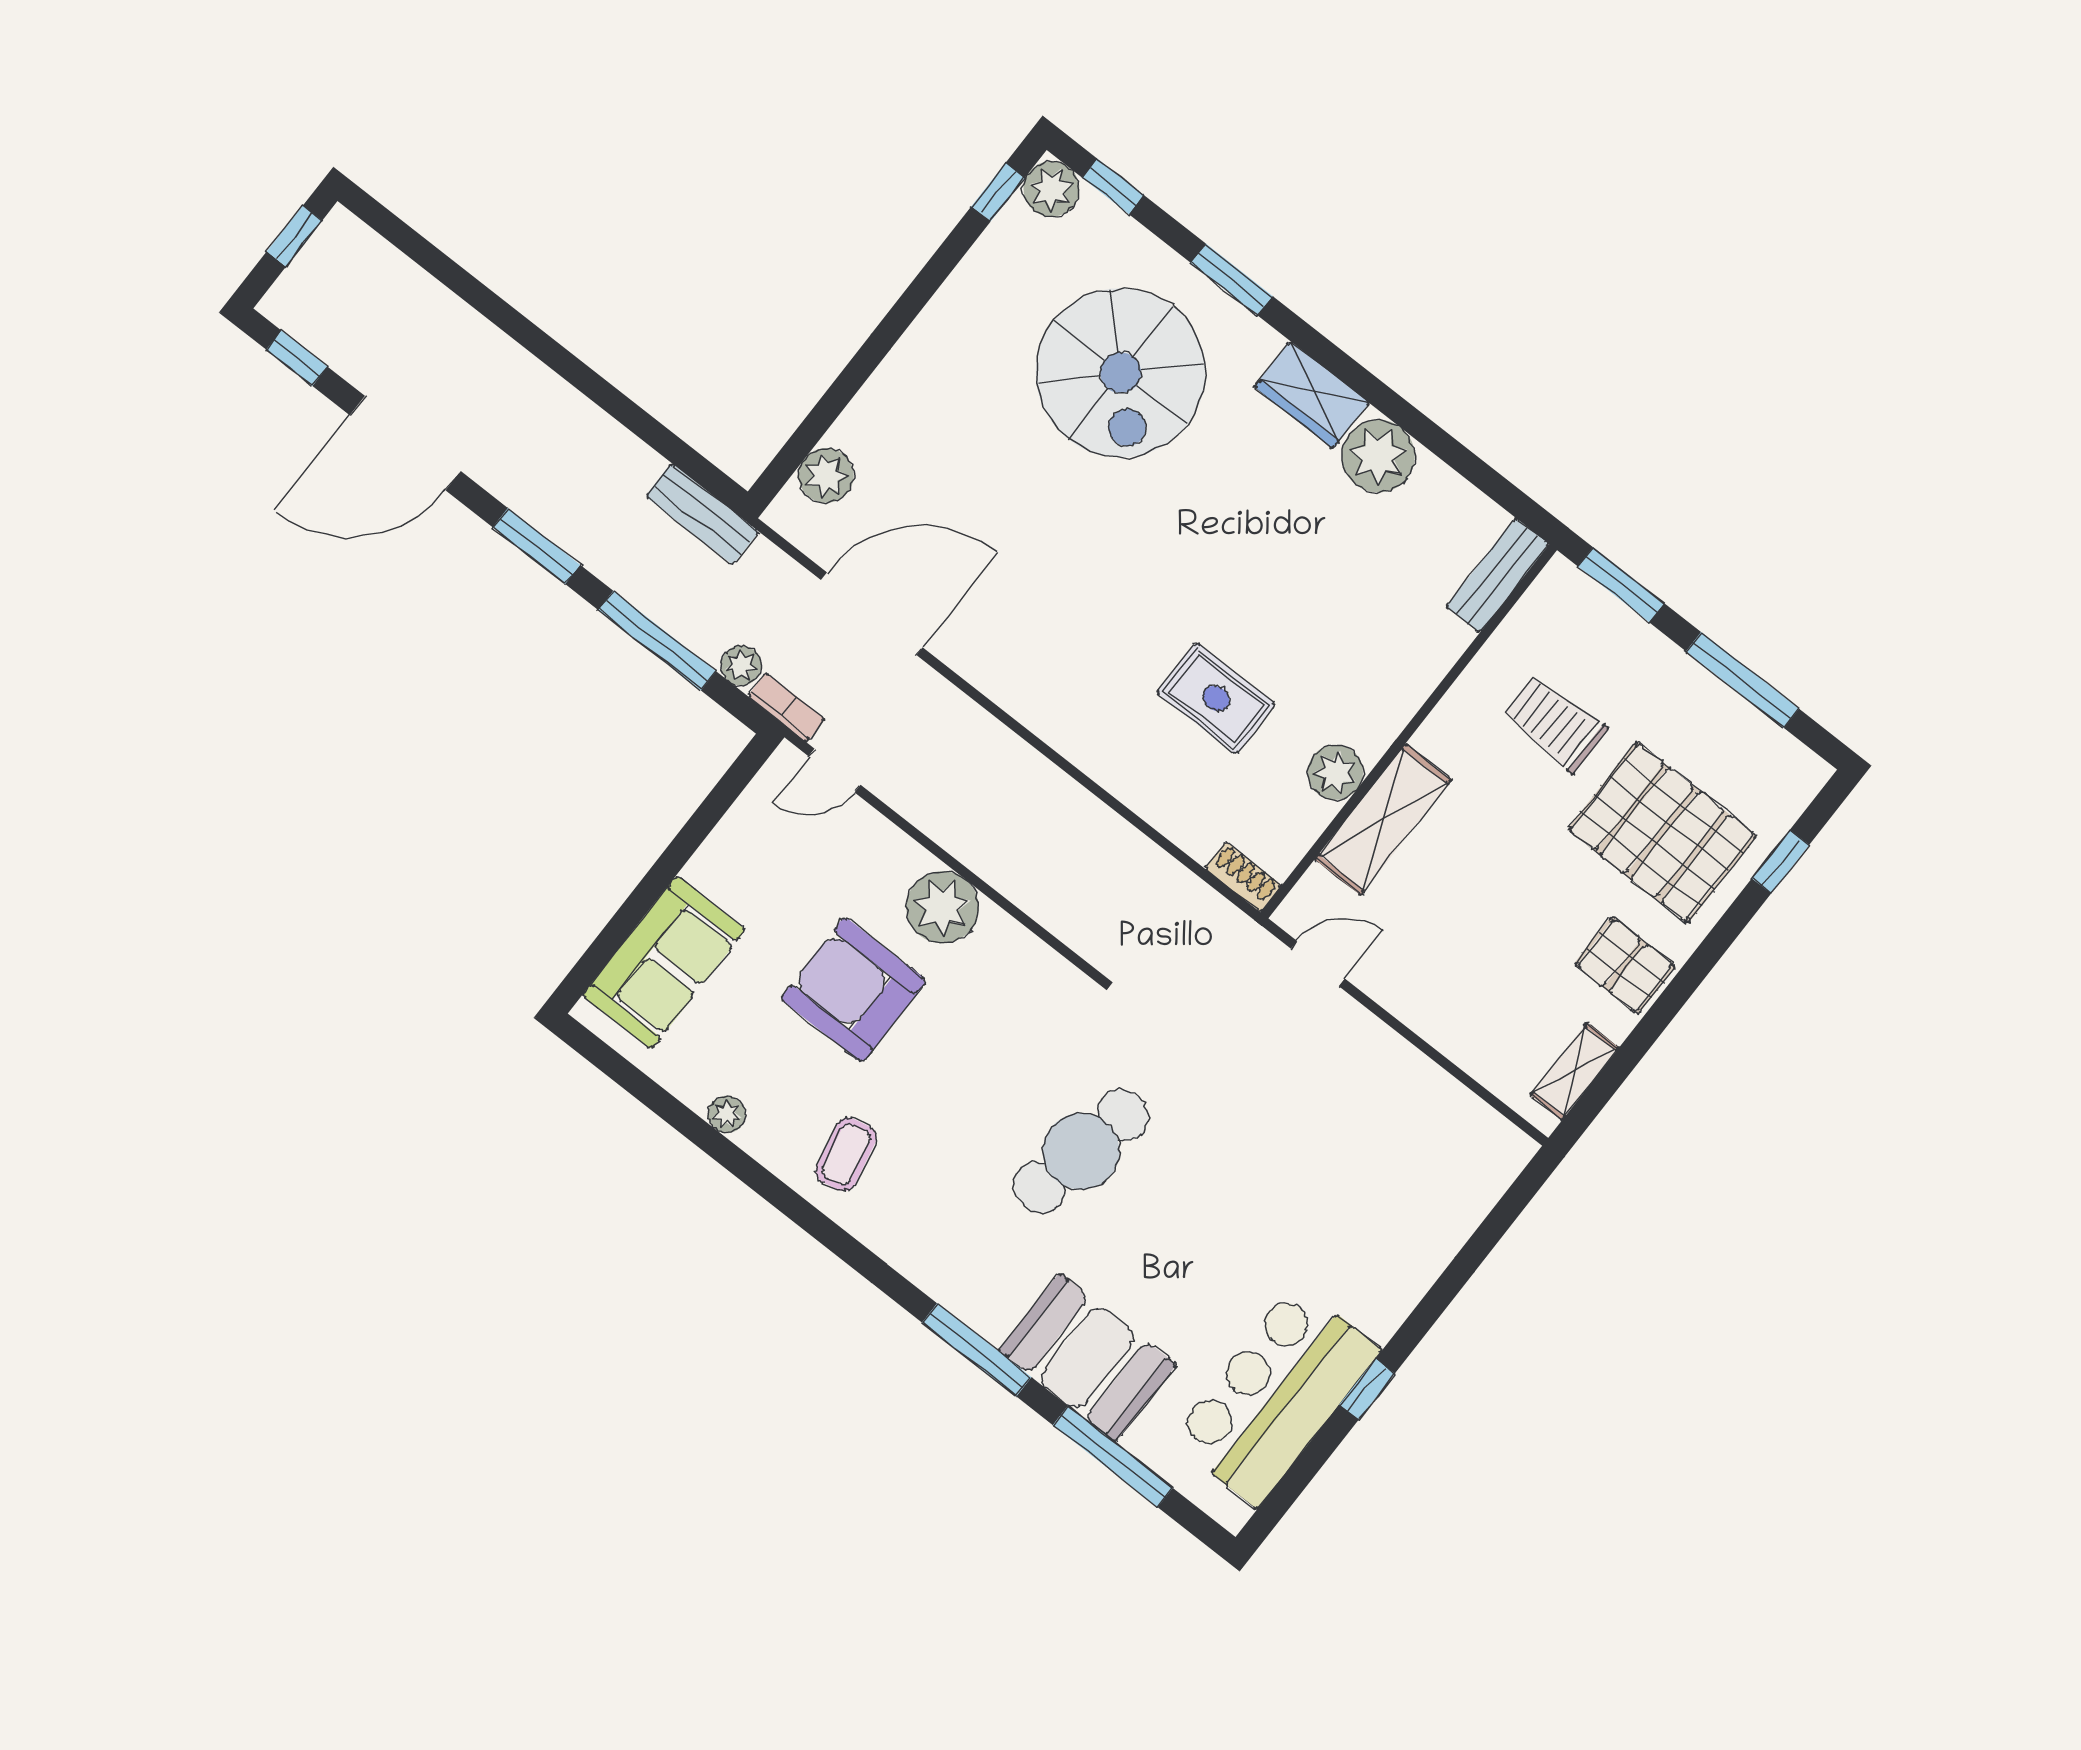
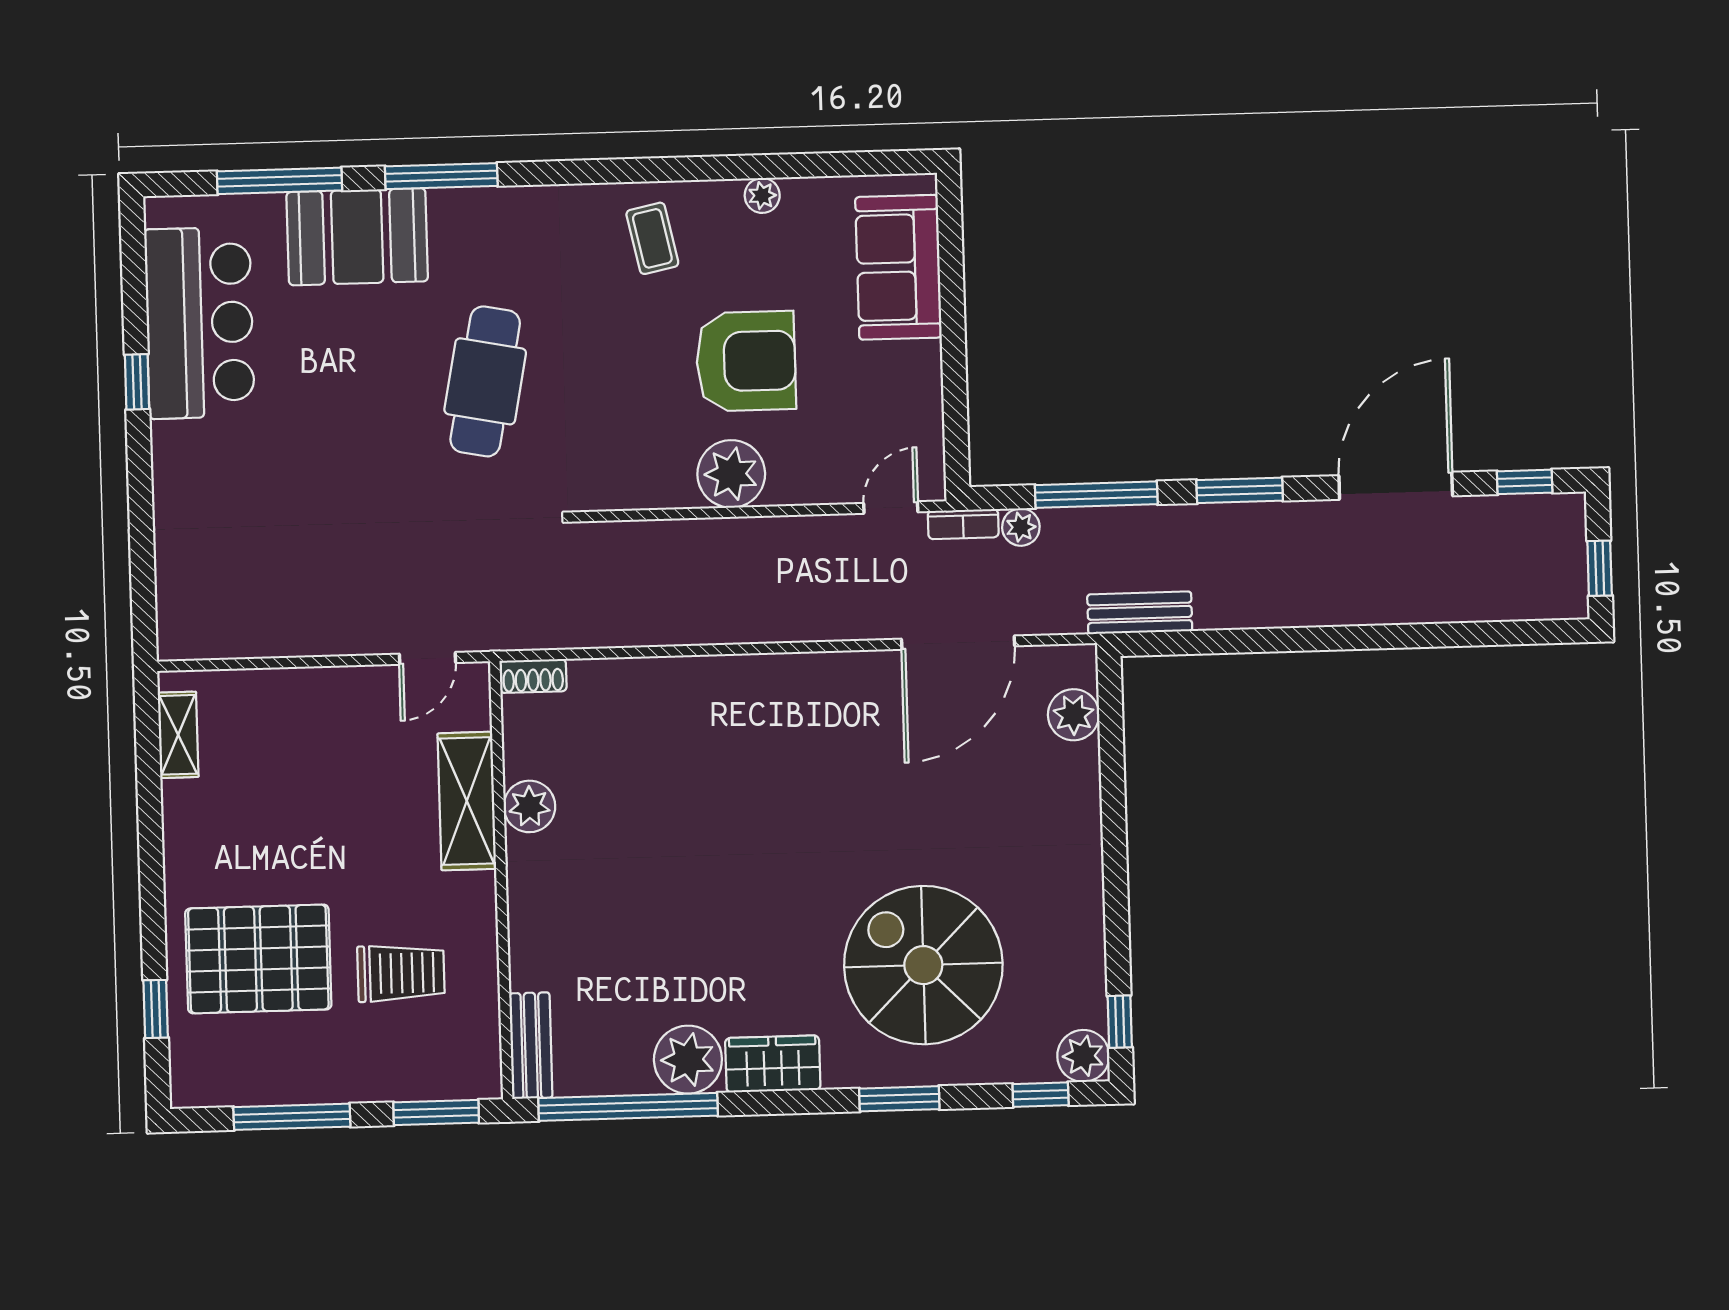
window: (1460, 458) -> (628, 1107), added
rug: (1216, 698) -> (659, 788), removed
pallet: (1625, 965) -> (206, 841), removed

